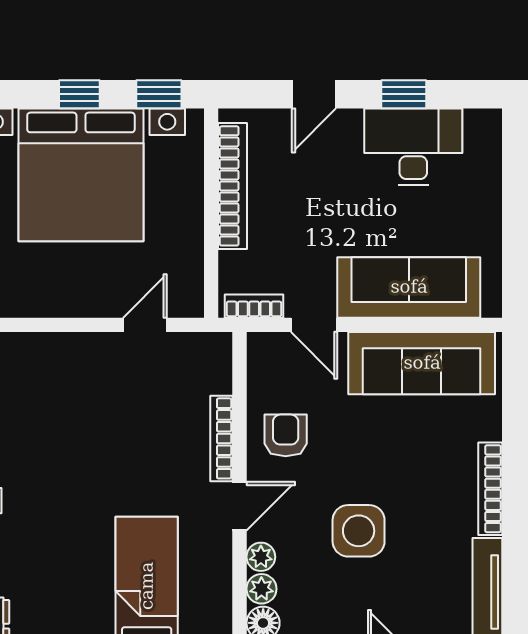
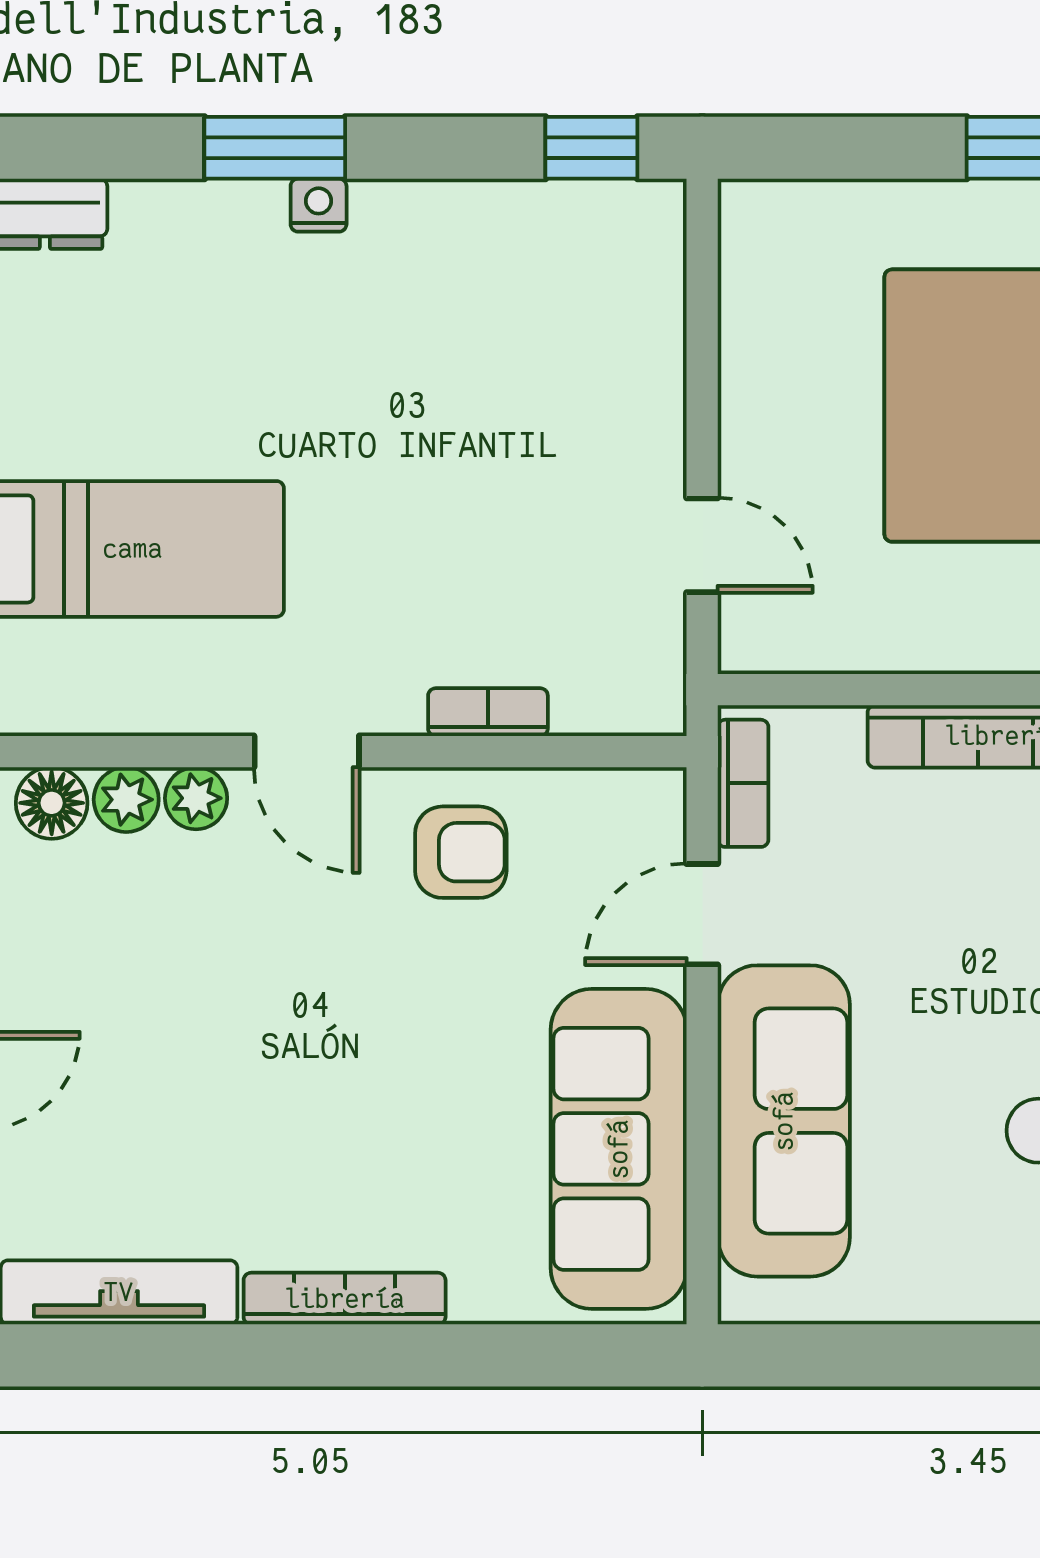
bookcase: (221, 438) -> (488, 712), width x0.64
side table: (359, 531) -> (253, 1011), removed

